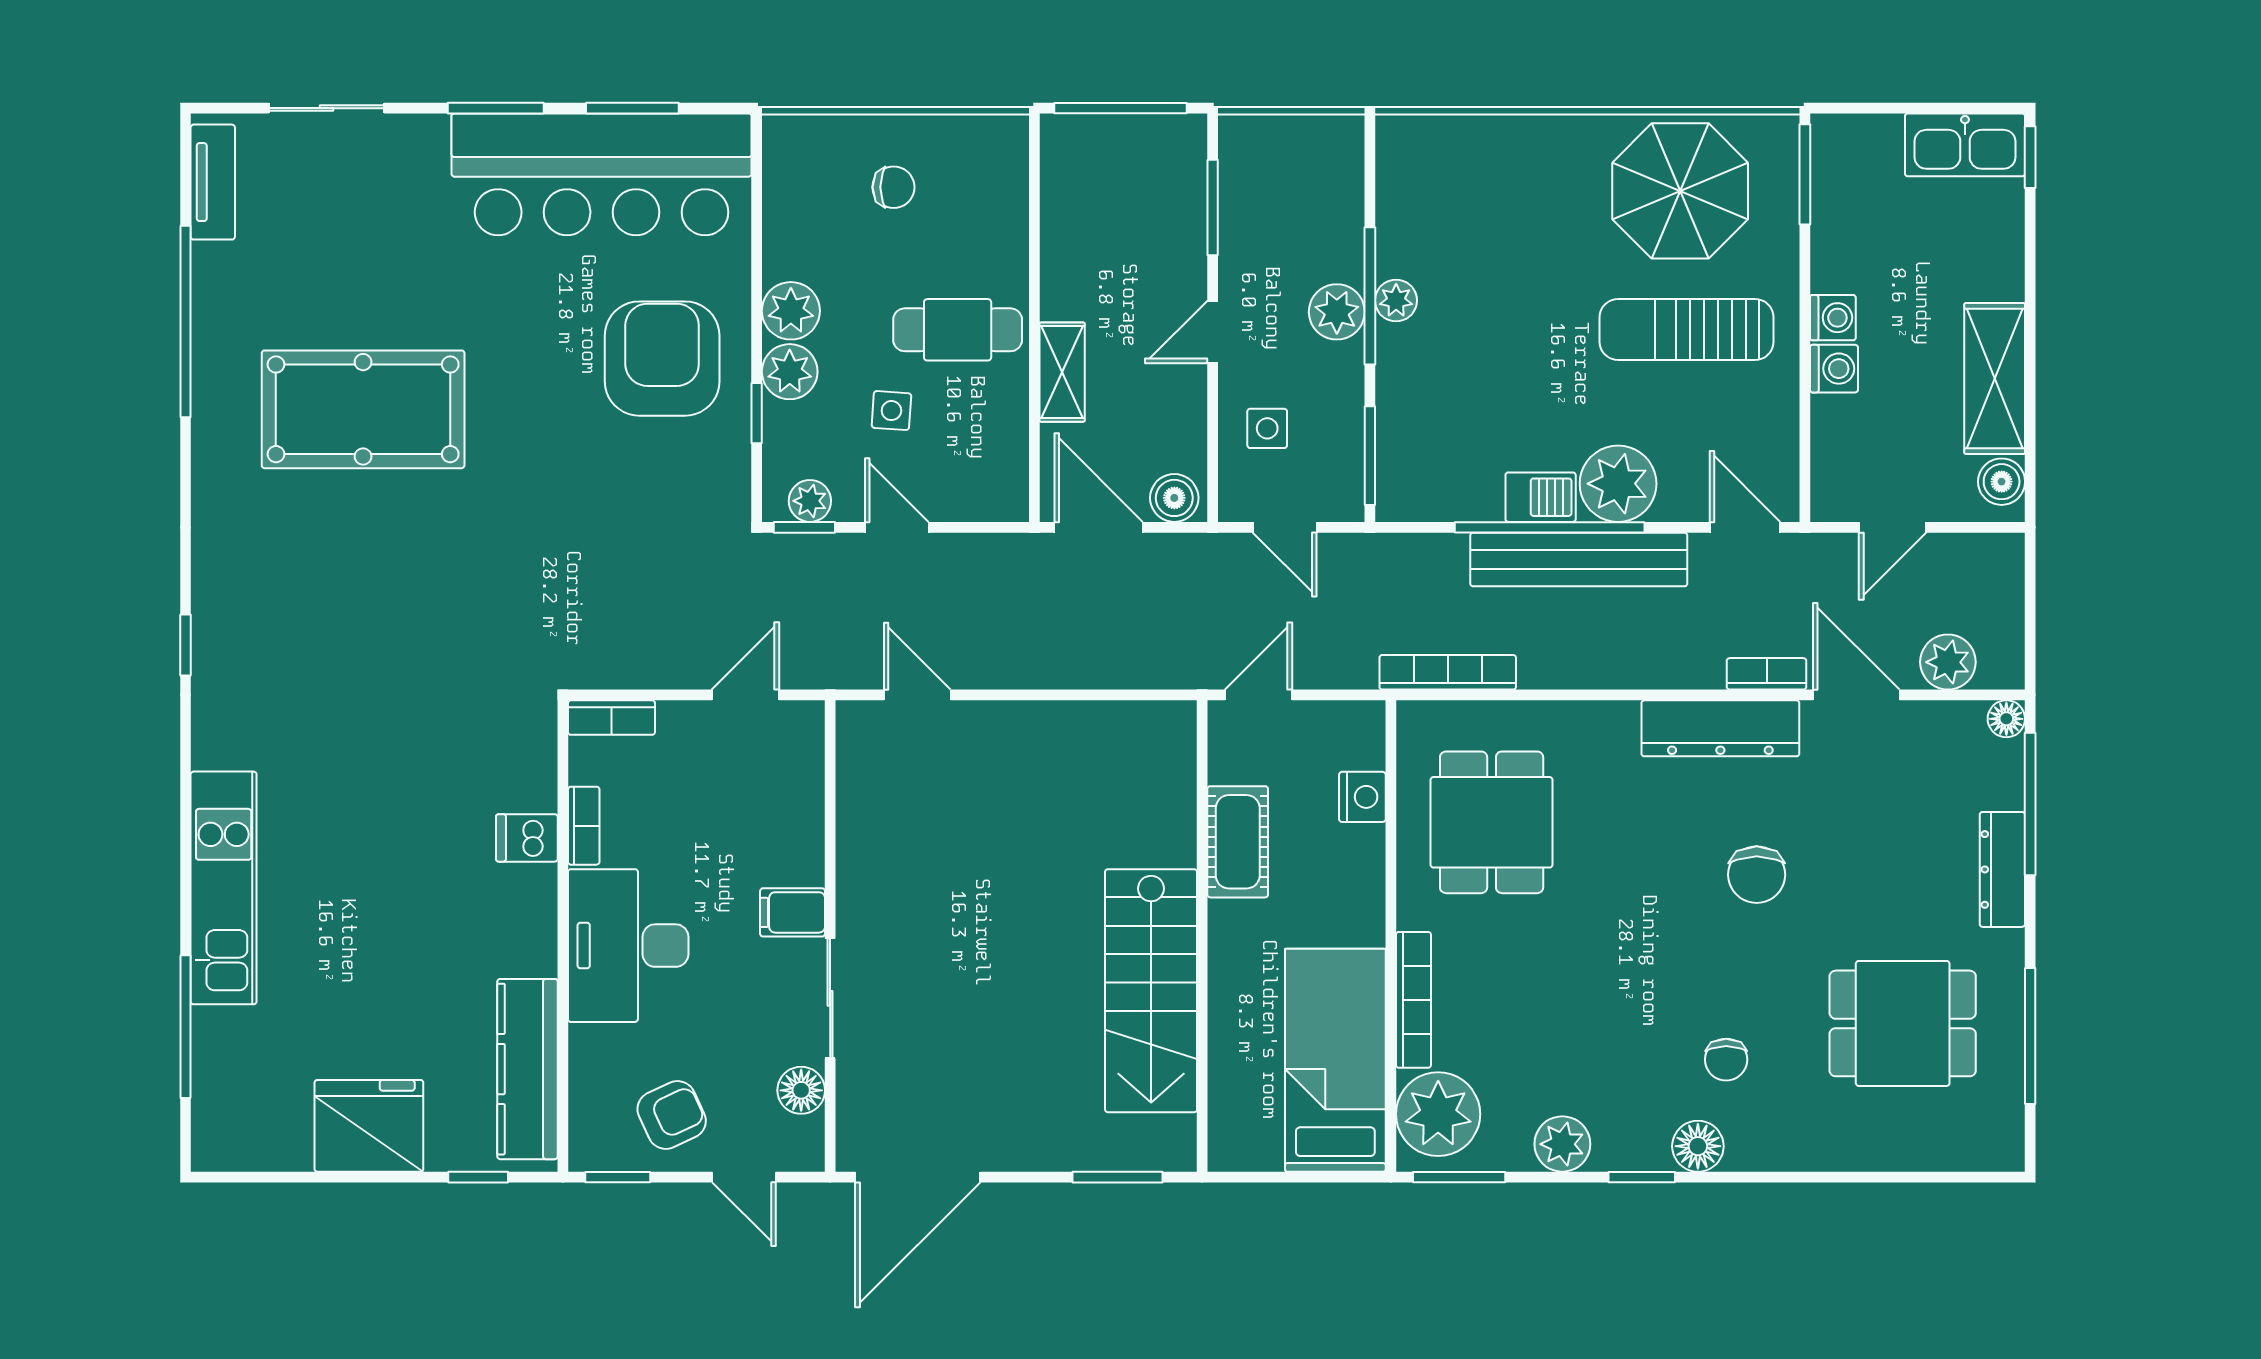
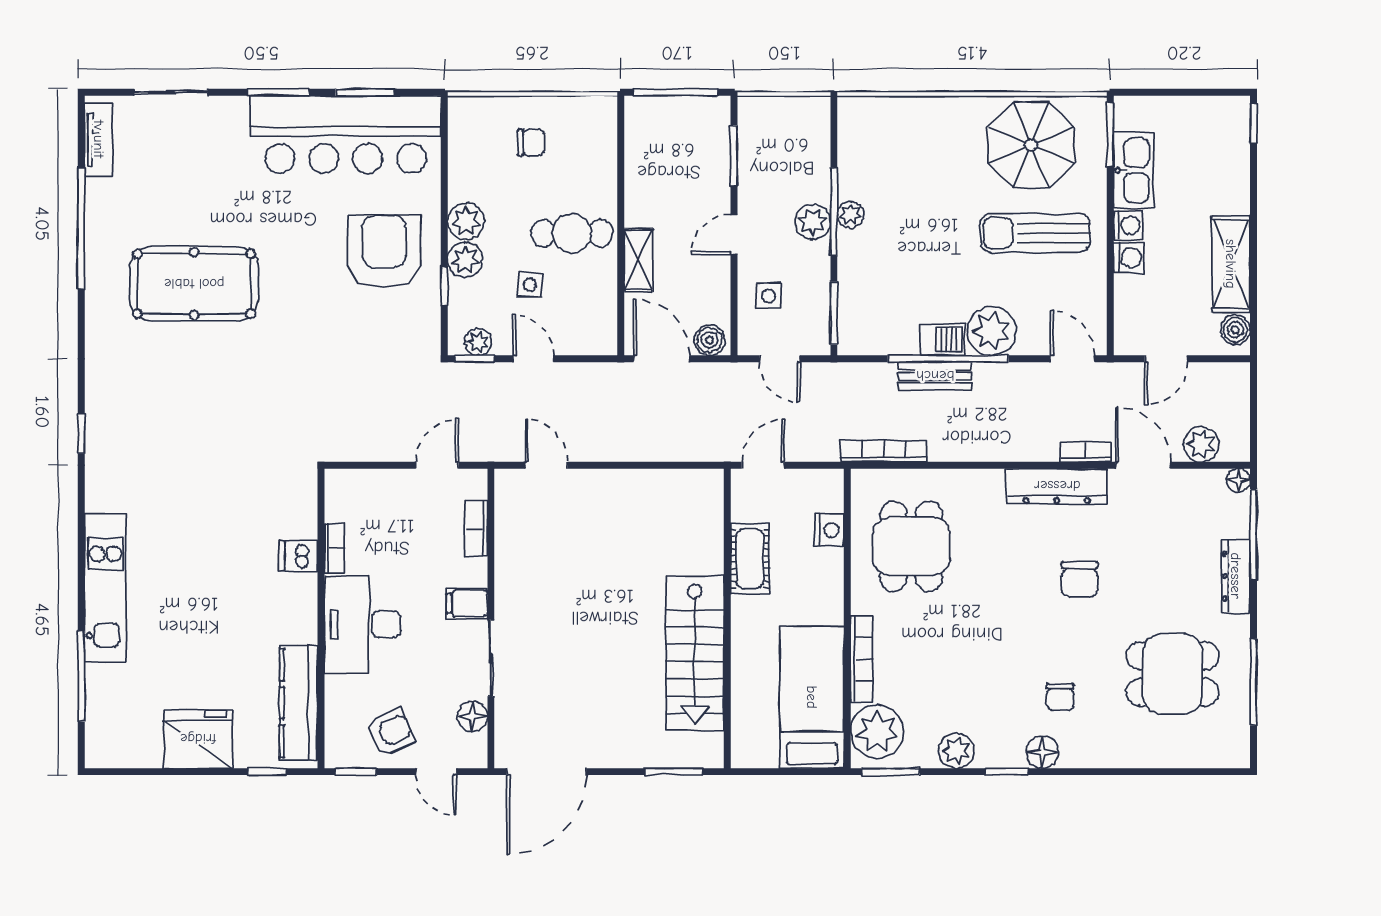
kitchen sink: (1965, 145) -> (1134, 170), moved, turned -90
bench: (1579, 559) -> (935, 376), width x0.54, depth x0.82
bookcase: (611, 718) -> (476, 528), moved, turned 90

